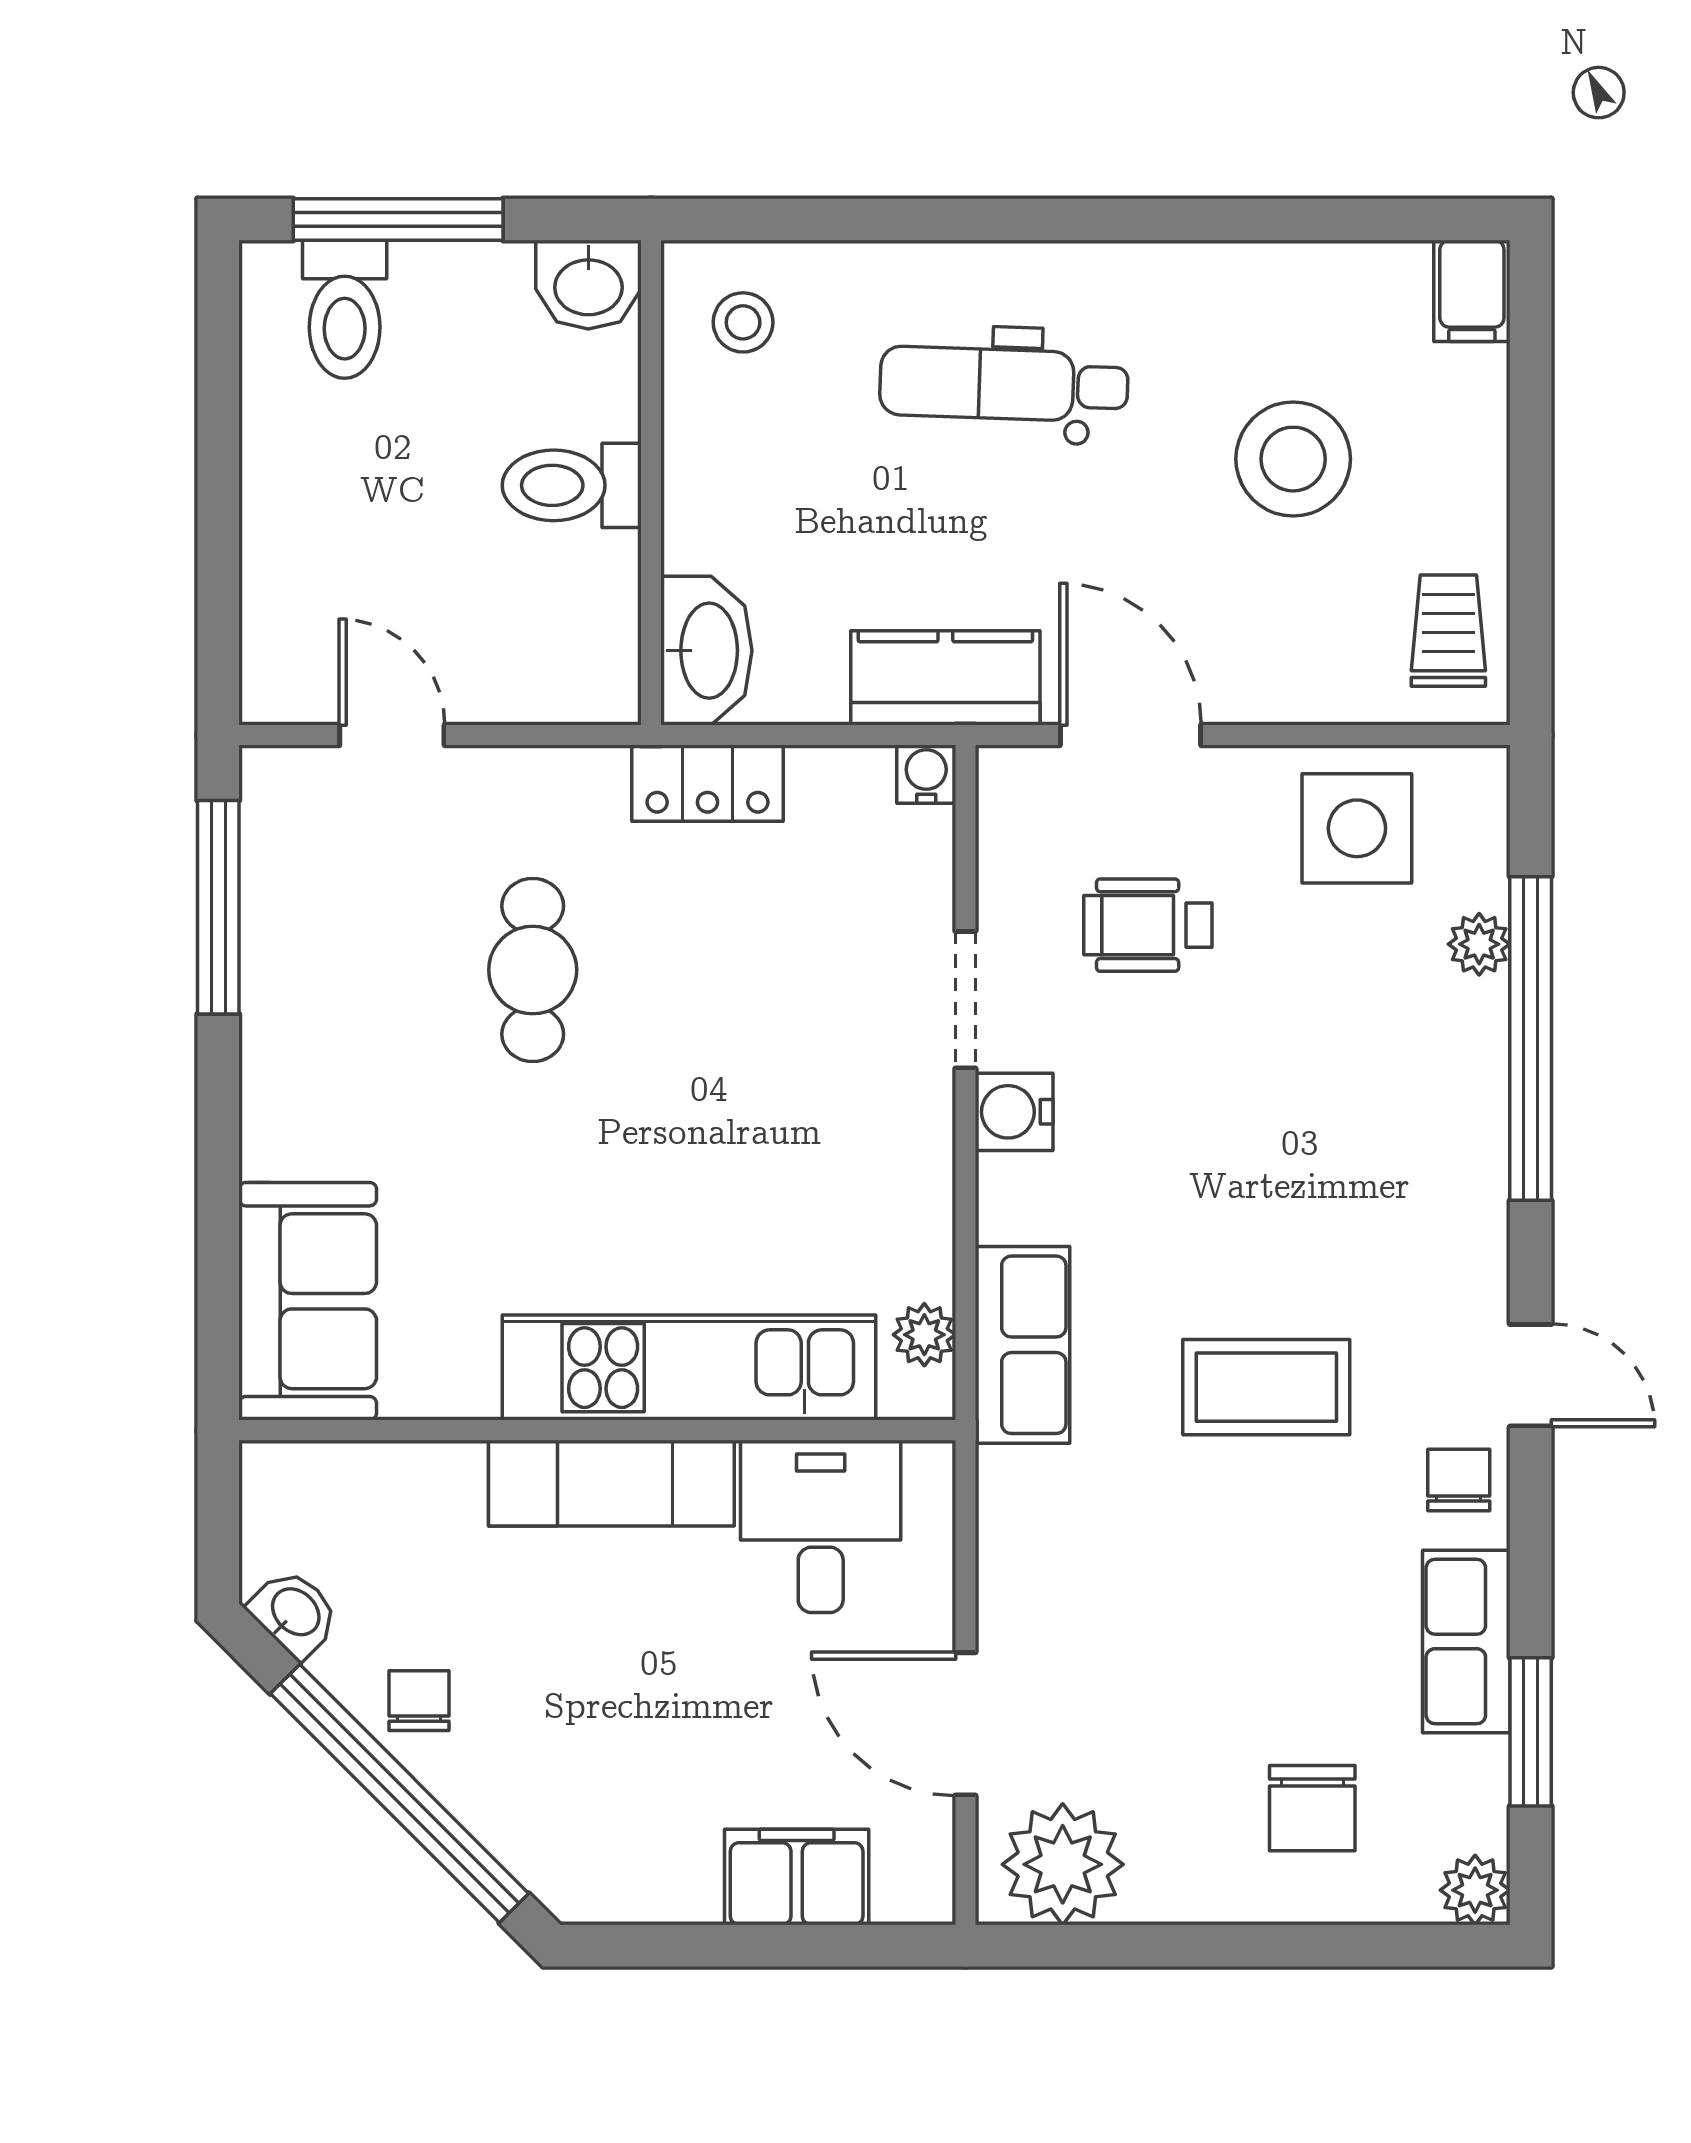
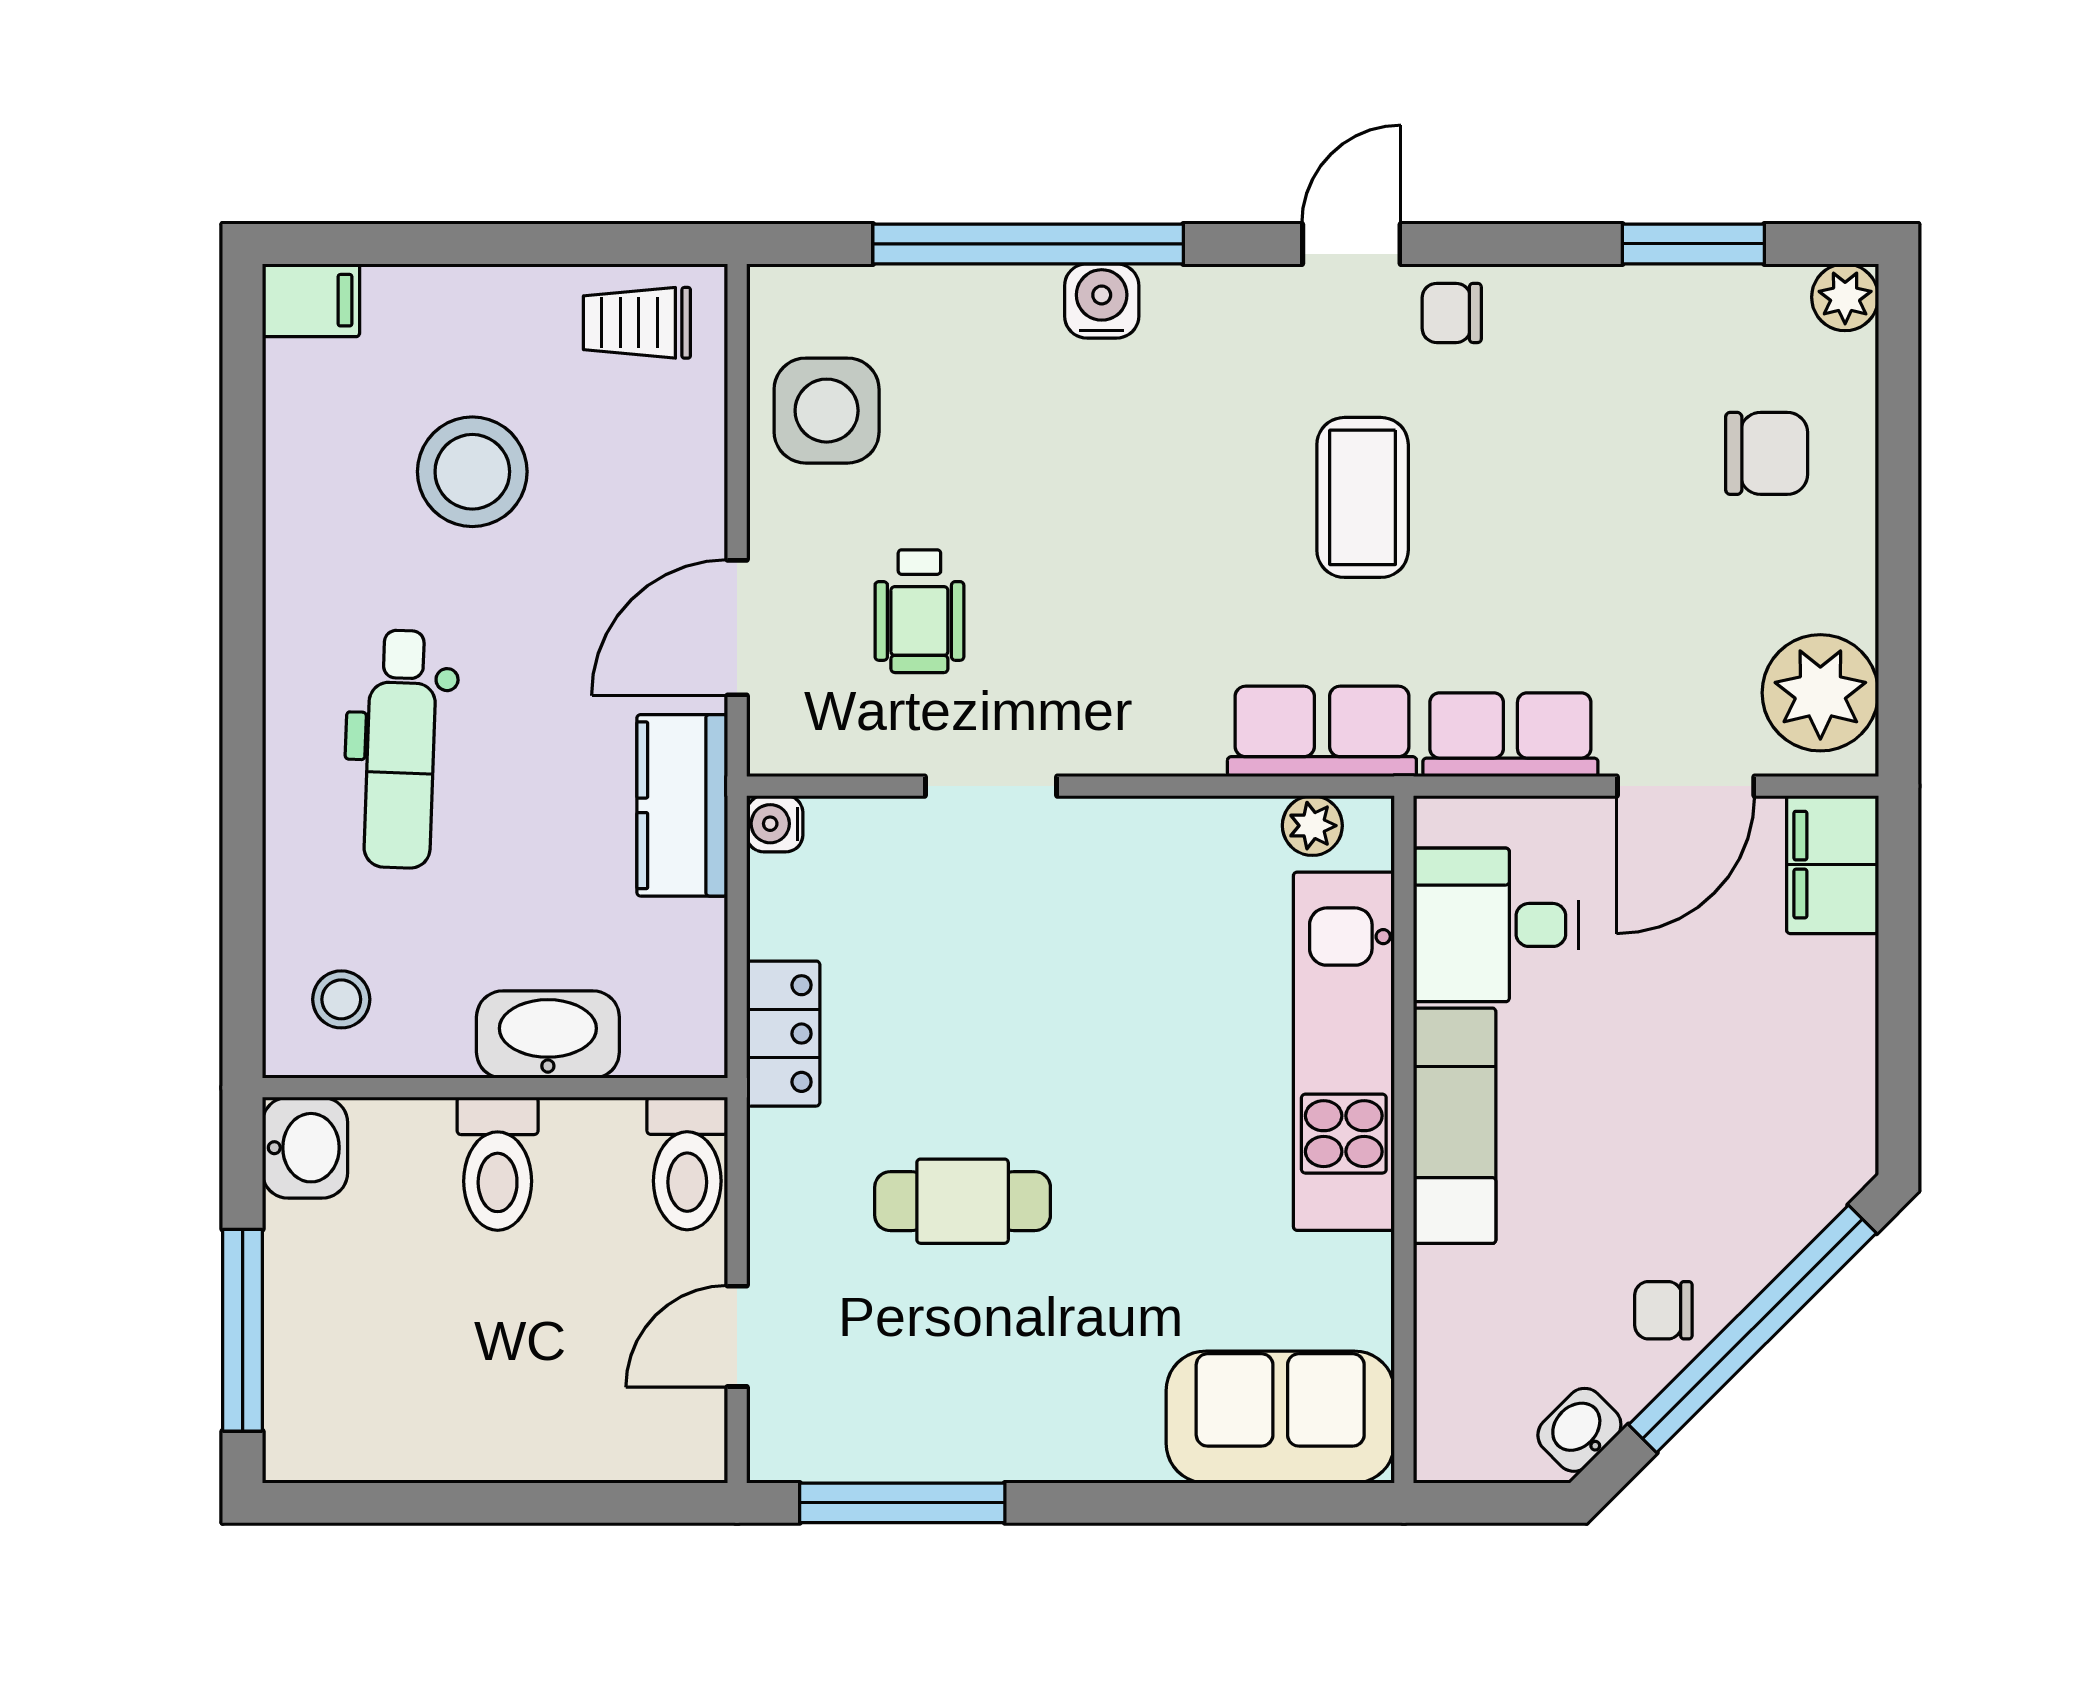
toilet: (345, 309) -> (687, 1164), moved, turned 90
washbasin: (706, 651) -> (548, 1035), moved
plant: (1479, 944) -> (938, 293), removed
water cooler: (1014, 1112) -> (1102, 301), moved, turned 180
row of seats: (1466, 1641) -> (1510, 735), moved, turned 180
filing cabinet: (797, 1877) -> (1833, 865), moved

